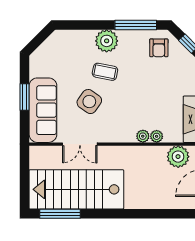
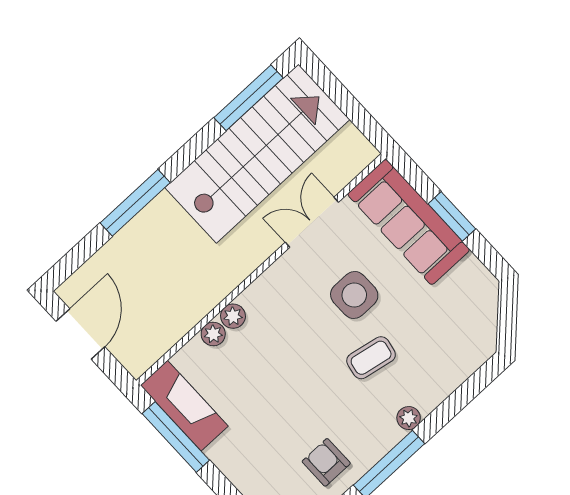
plant: (107, 41) -> (409, 418), width x0.53, depth x0.53
side table: (89, 102) -> (354, 295), turned -35
plant: (178, 157) -> (156, 333), removed
window: (140, 214) -> (135, 203), added

